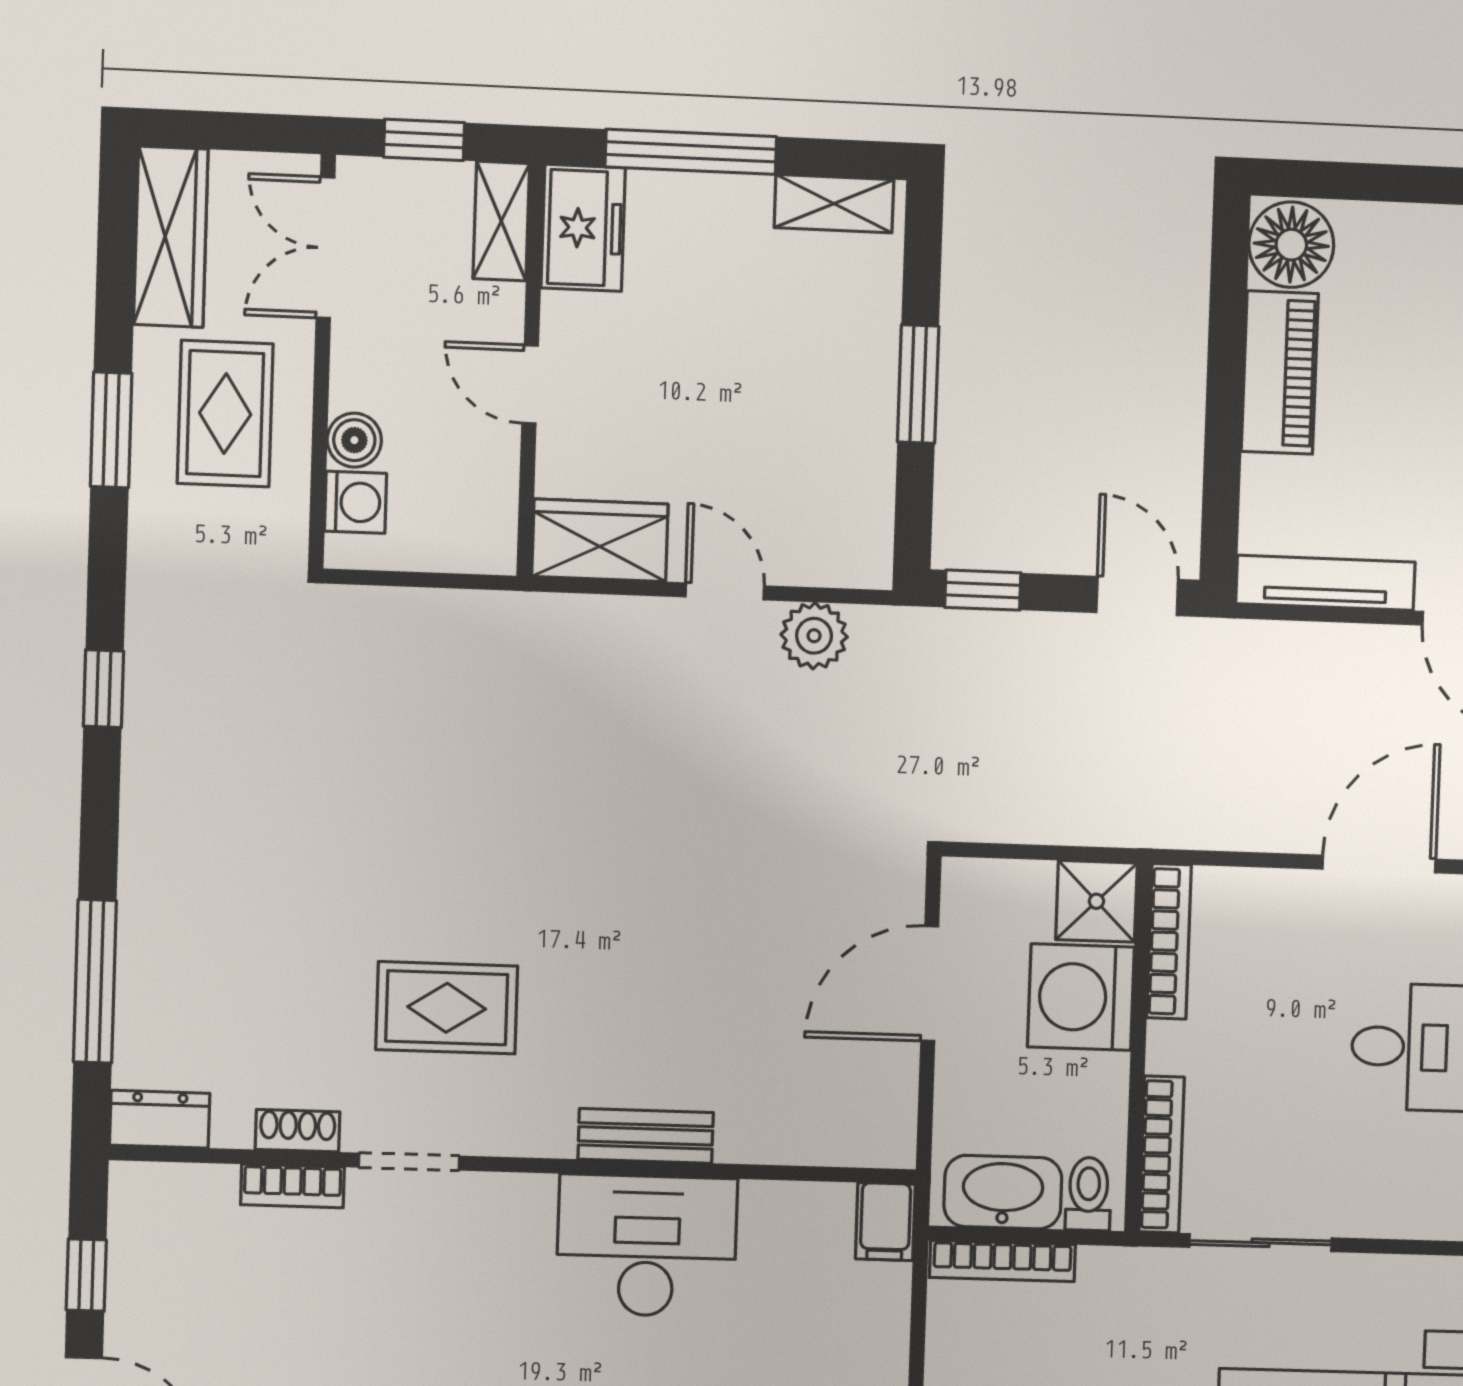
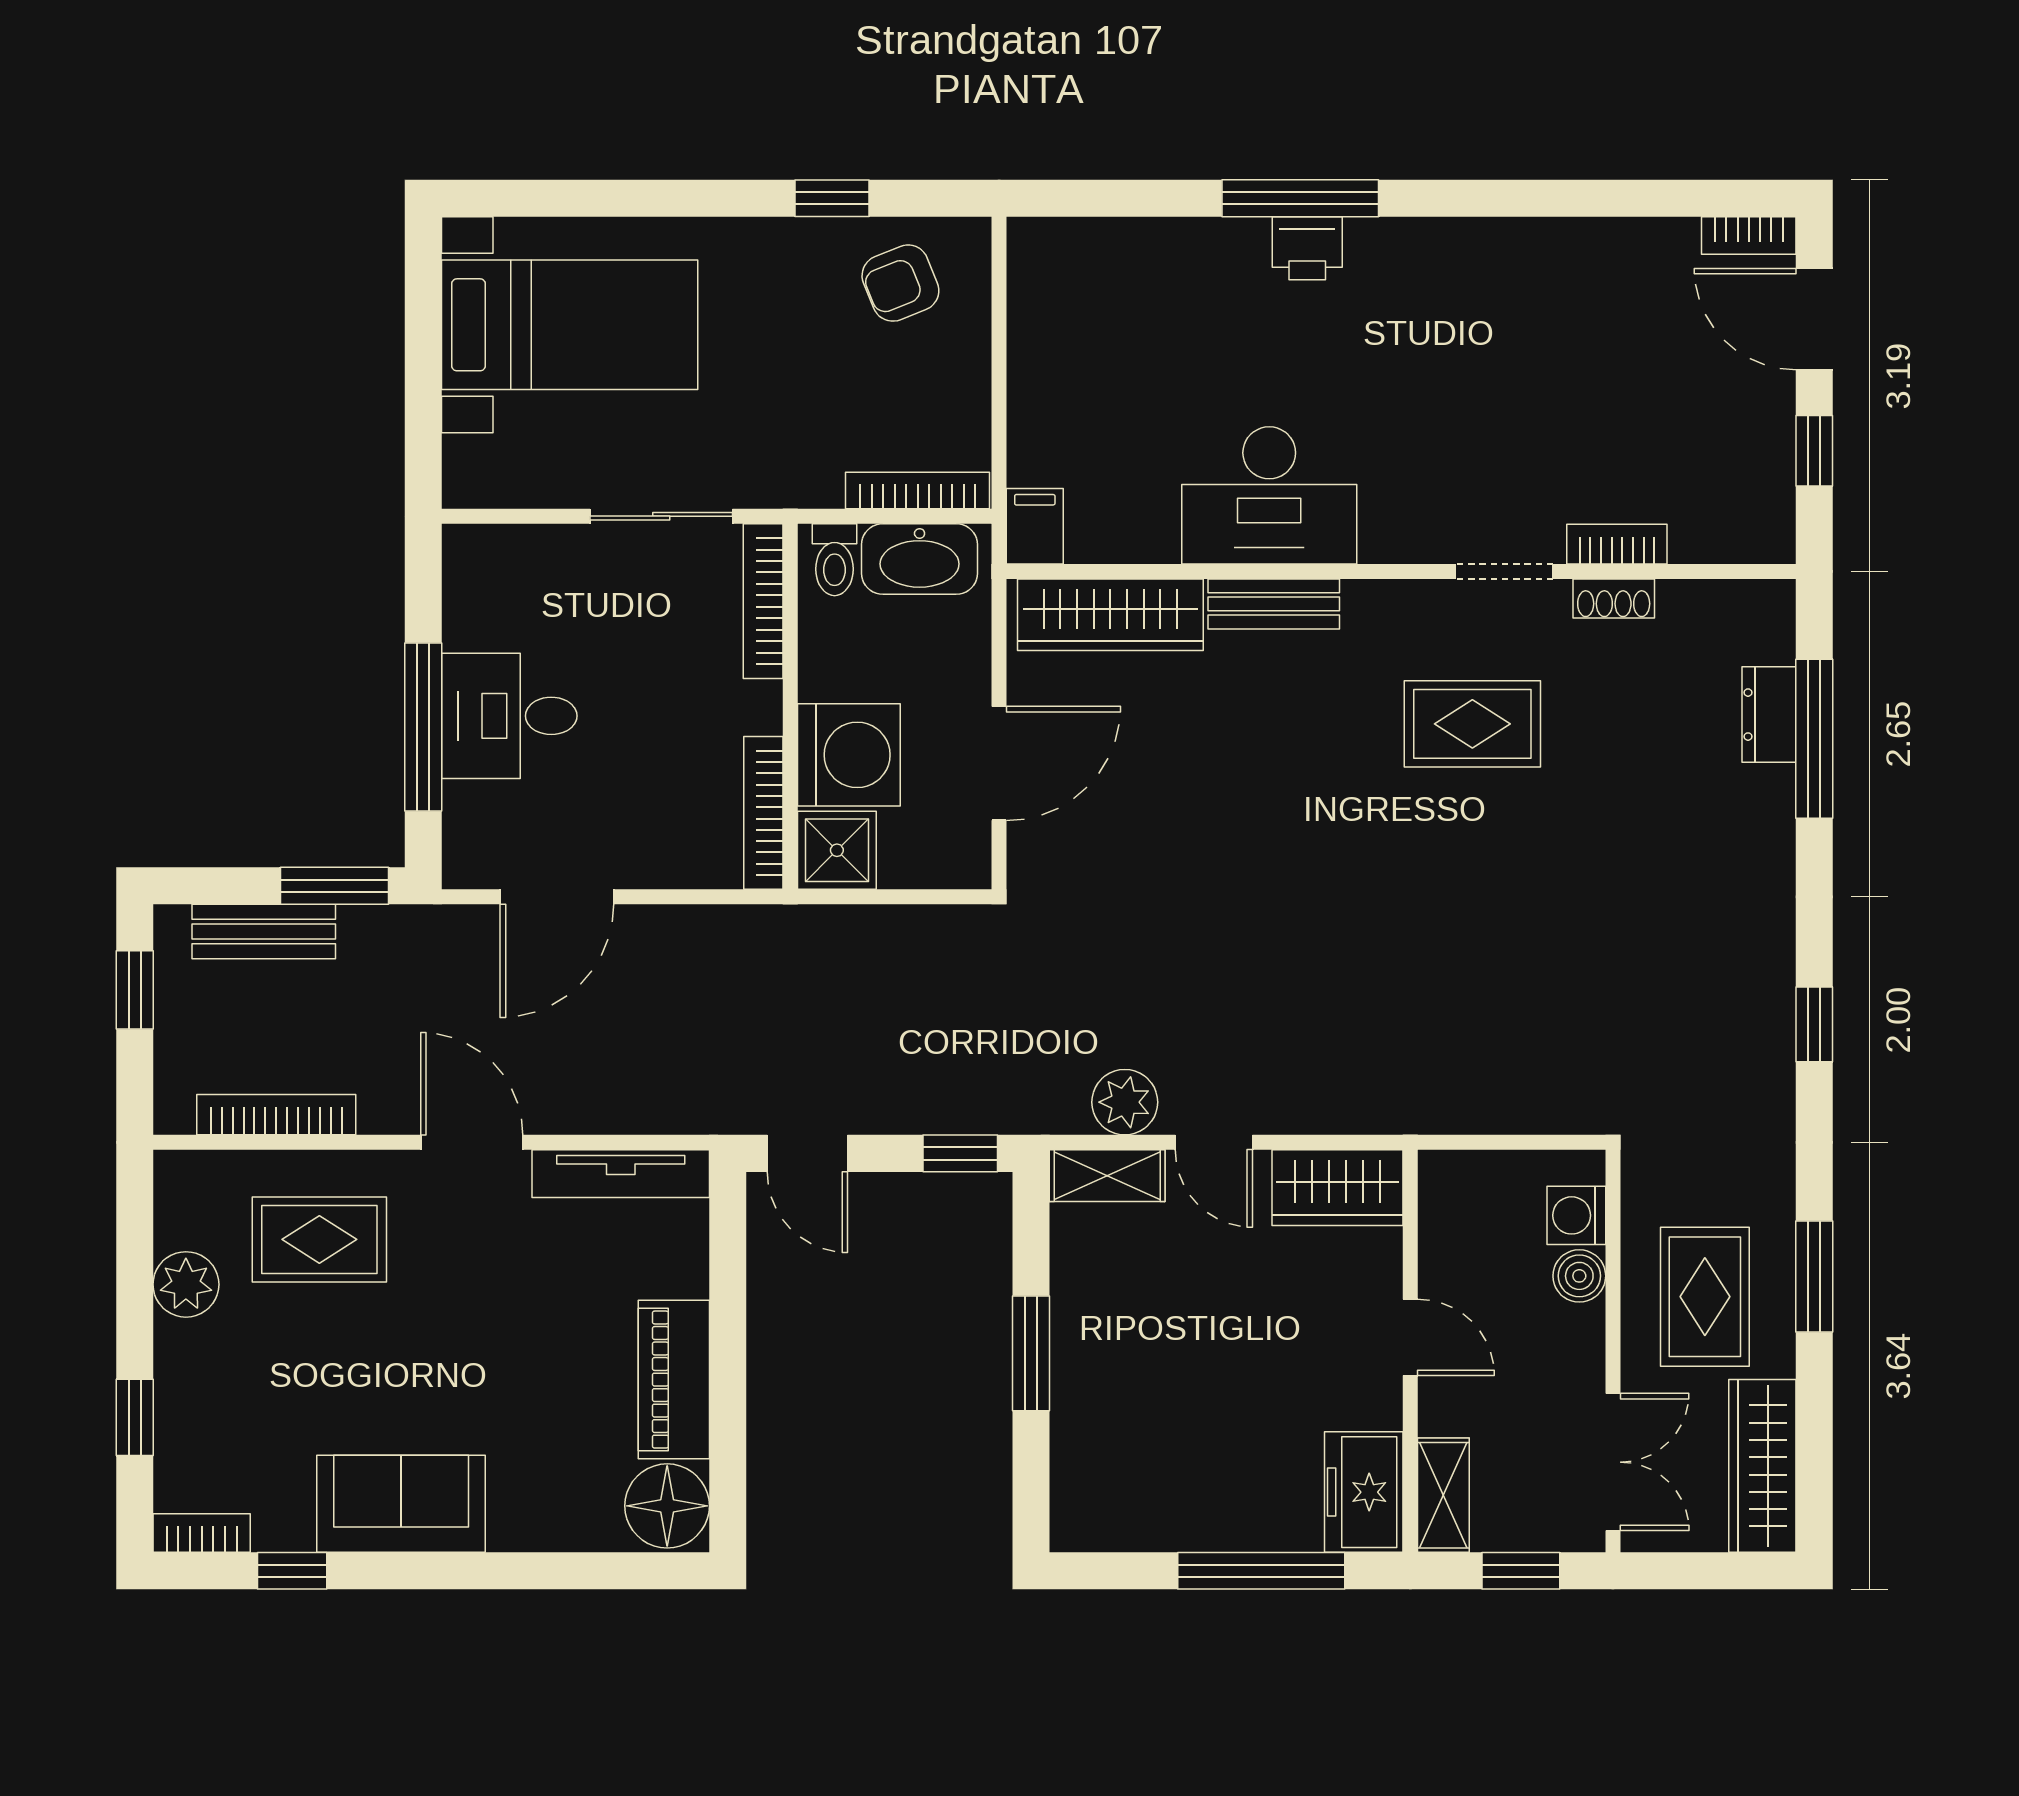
shelving: (834, 204) -> (1107, 1176), moved
dresser: (160, 1119) -> (1769, 715), moved, turned 90
wardrobe: (812, 1130) -> (1110, 615), added

